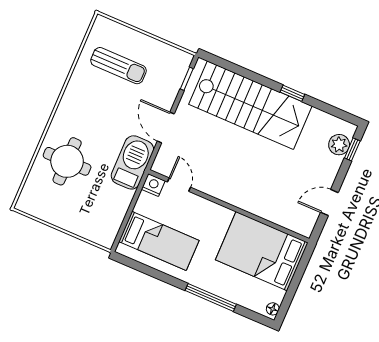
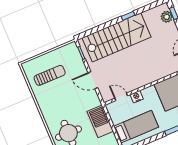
barbecue: (132, 162) -> (100, 121), moved
nightstand: (153, 185) -> (137, 97), moved

